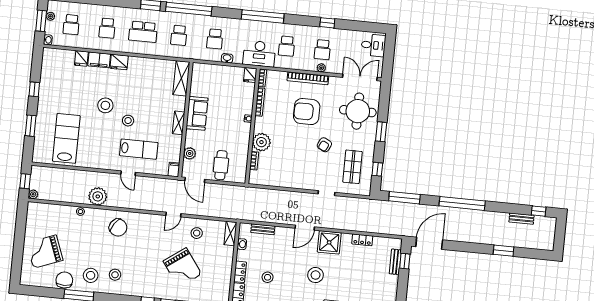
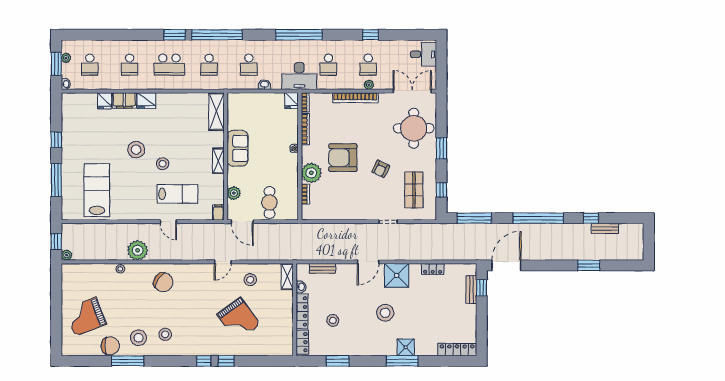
armchair: (307, 112) -> (343, 158), moved
window: (31, 126) -> (56, 180), width x1.44
window: (539, 211) -> (591, 218), moved
locker: (240, 272) -> (302, 311), width x1.53
chair: (64, 280) -> (110, 346), turned 90

